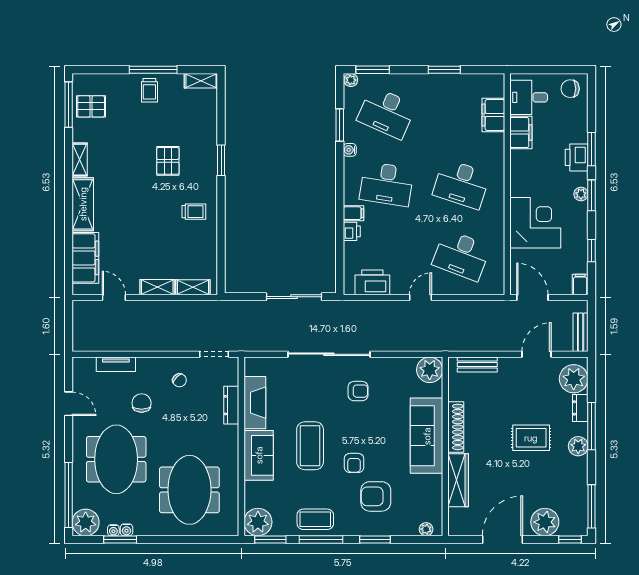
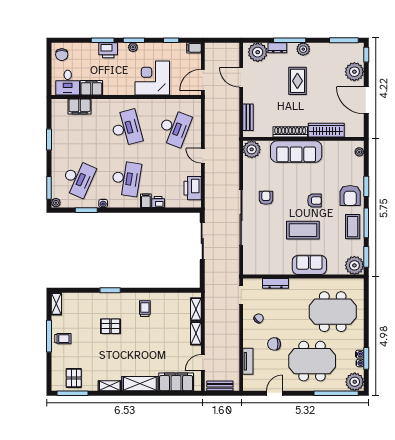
desk: (461, 184) -> (126, 128), turned -33
bench: (581, 332) -> (220, 386), moved
fireplace: (255, 403) -> (274, 267), removed
armchair: (376, 496) -> (350, 195), moved

